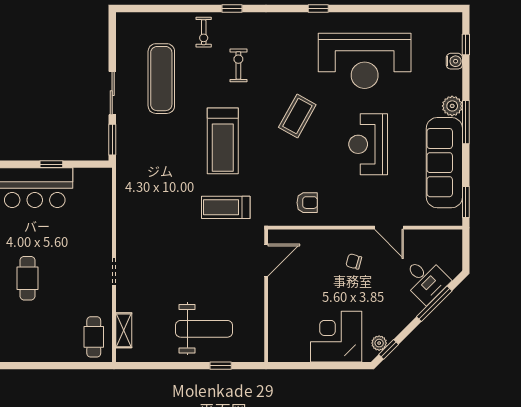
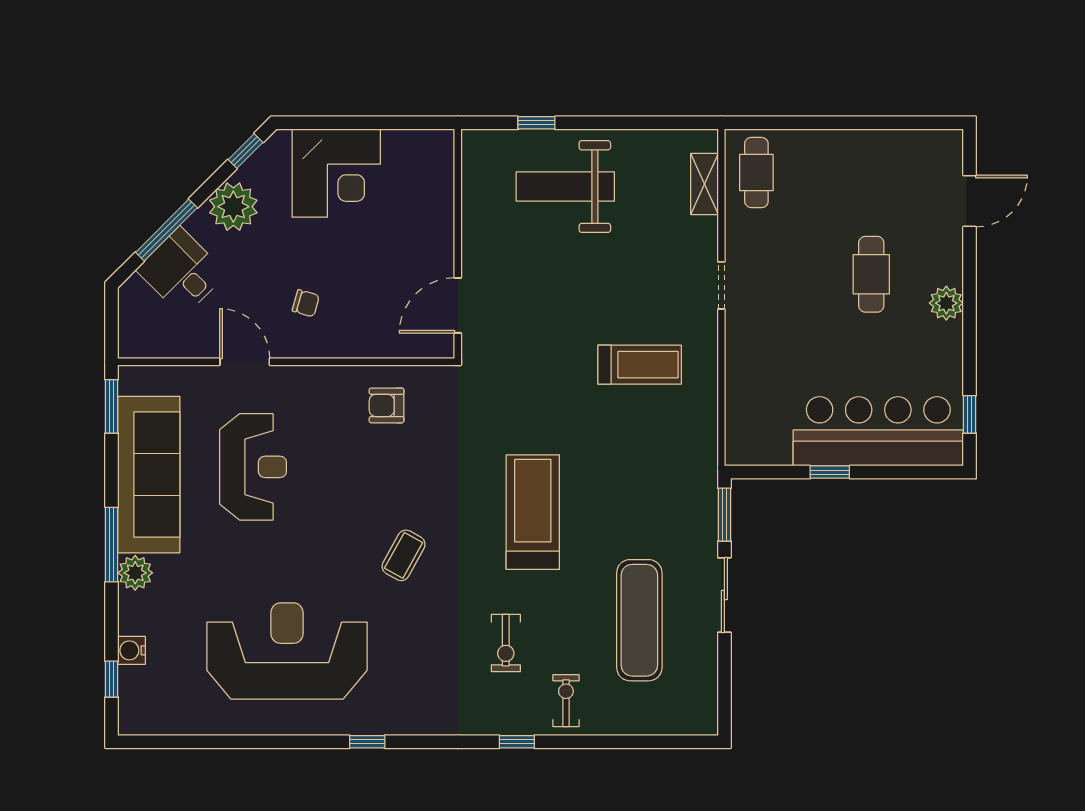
coffee table: (297, 116) -> (404, 555), width x0.73, depth x0.77
reception desk: (368, 144) -> (253, 467), moved
treadmill: (226, 207) -> (640, 365), moved
plant: (379, 343) -> (233, 207), moved, width x1.87, depth x1.87

